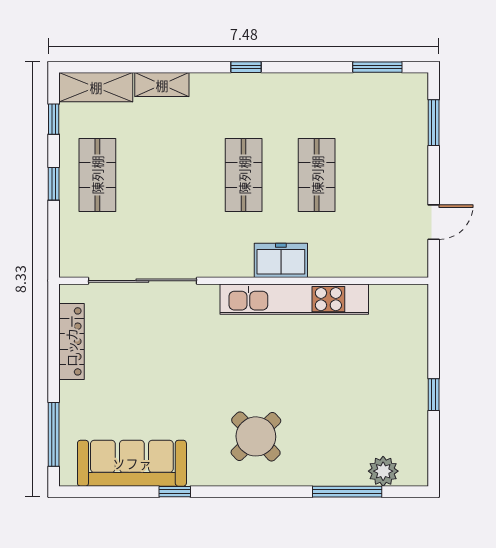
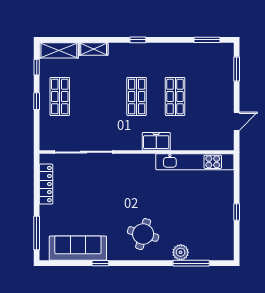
kitchen unit: (294, 299) -> (195, 162), moved
round table: (256, 436) -> (143, 234), turned -30
plant: (383, 471) -> (181, 252), moved

